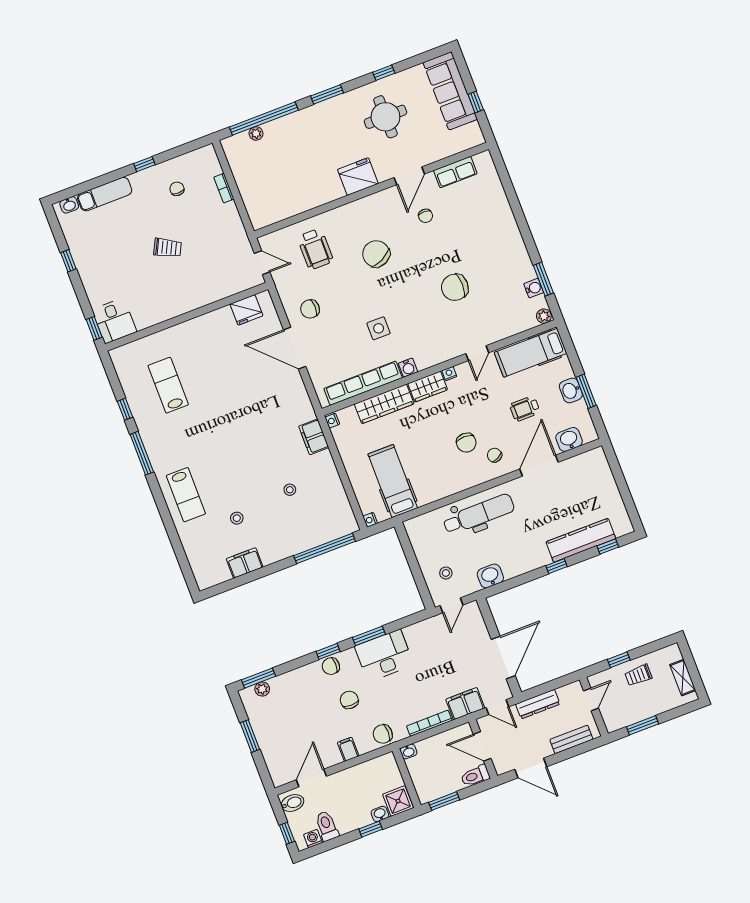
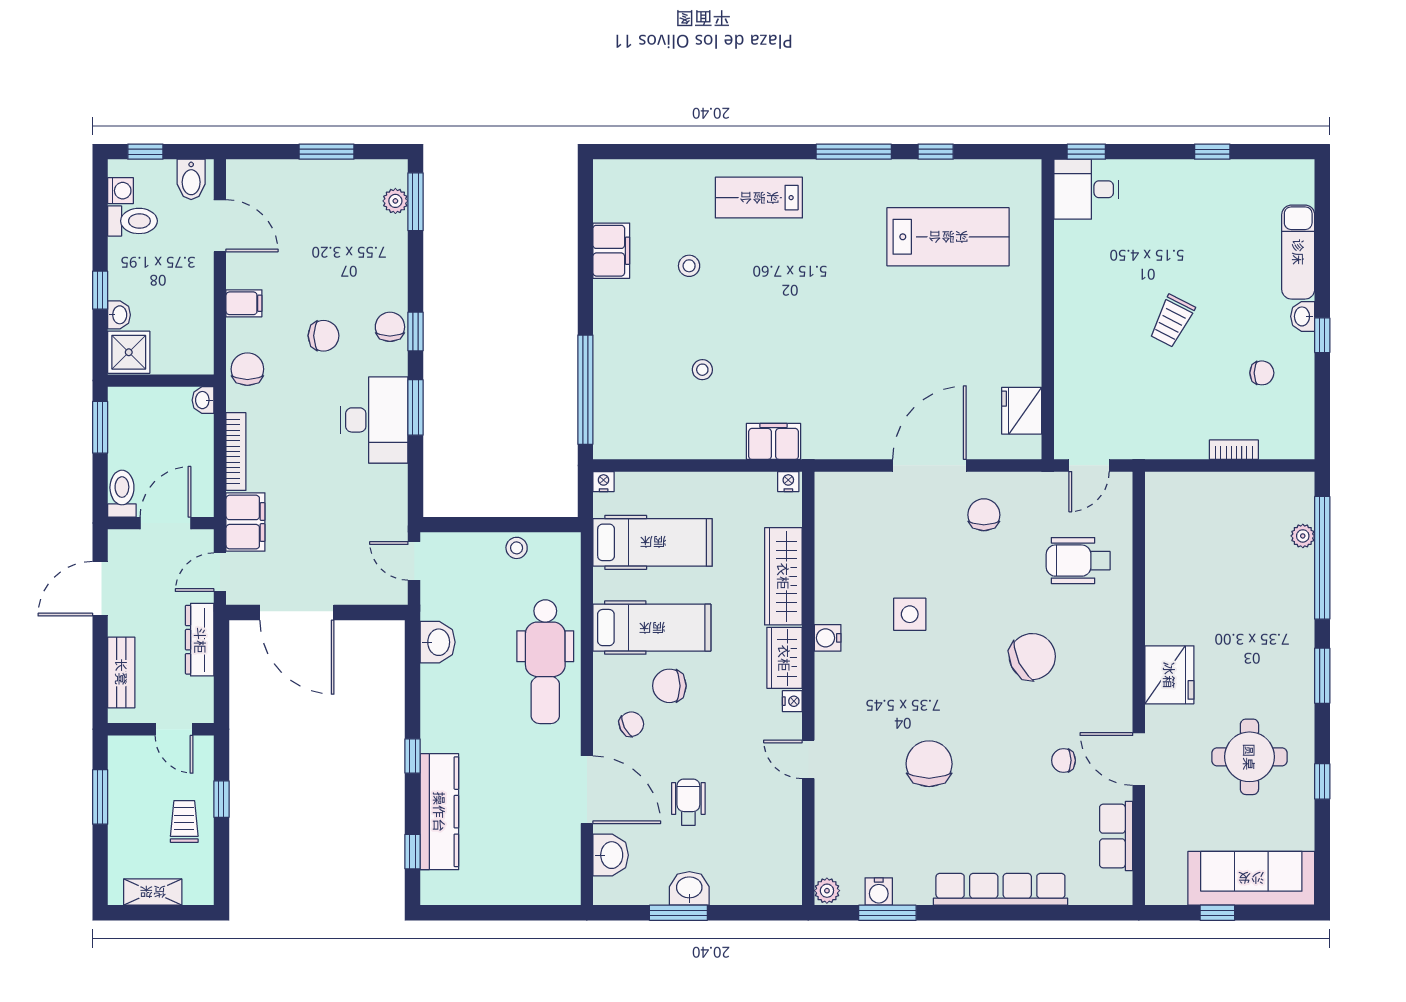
washbasin: (69, 205) -> (1303, 316), moved
hospital bed: (531, 353) -> (652, 628), moved, turned 90
row of seats: (363, 383) -> (1000, 889), moved, turned -90
lab bench: (168, 385) -> (948, 237), width x1.36, depth x1.39
stool: (446, 573) -> (517, 548), moved

